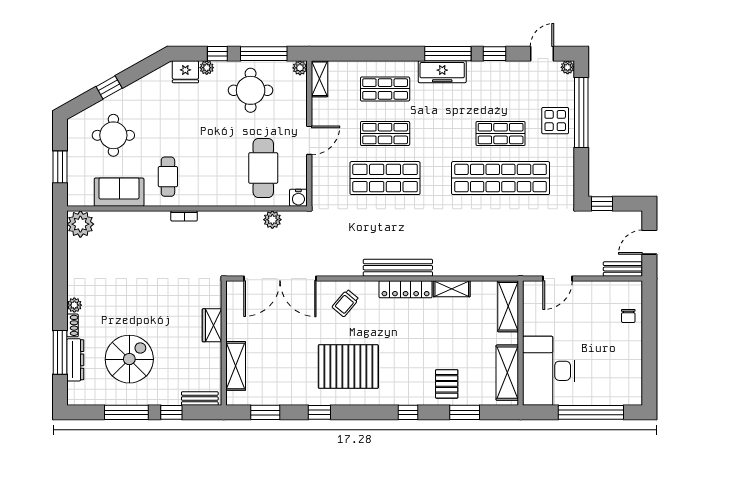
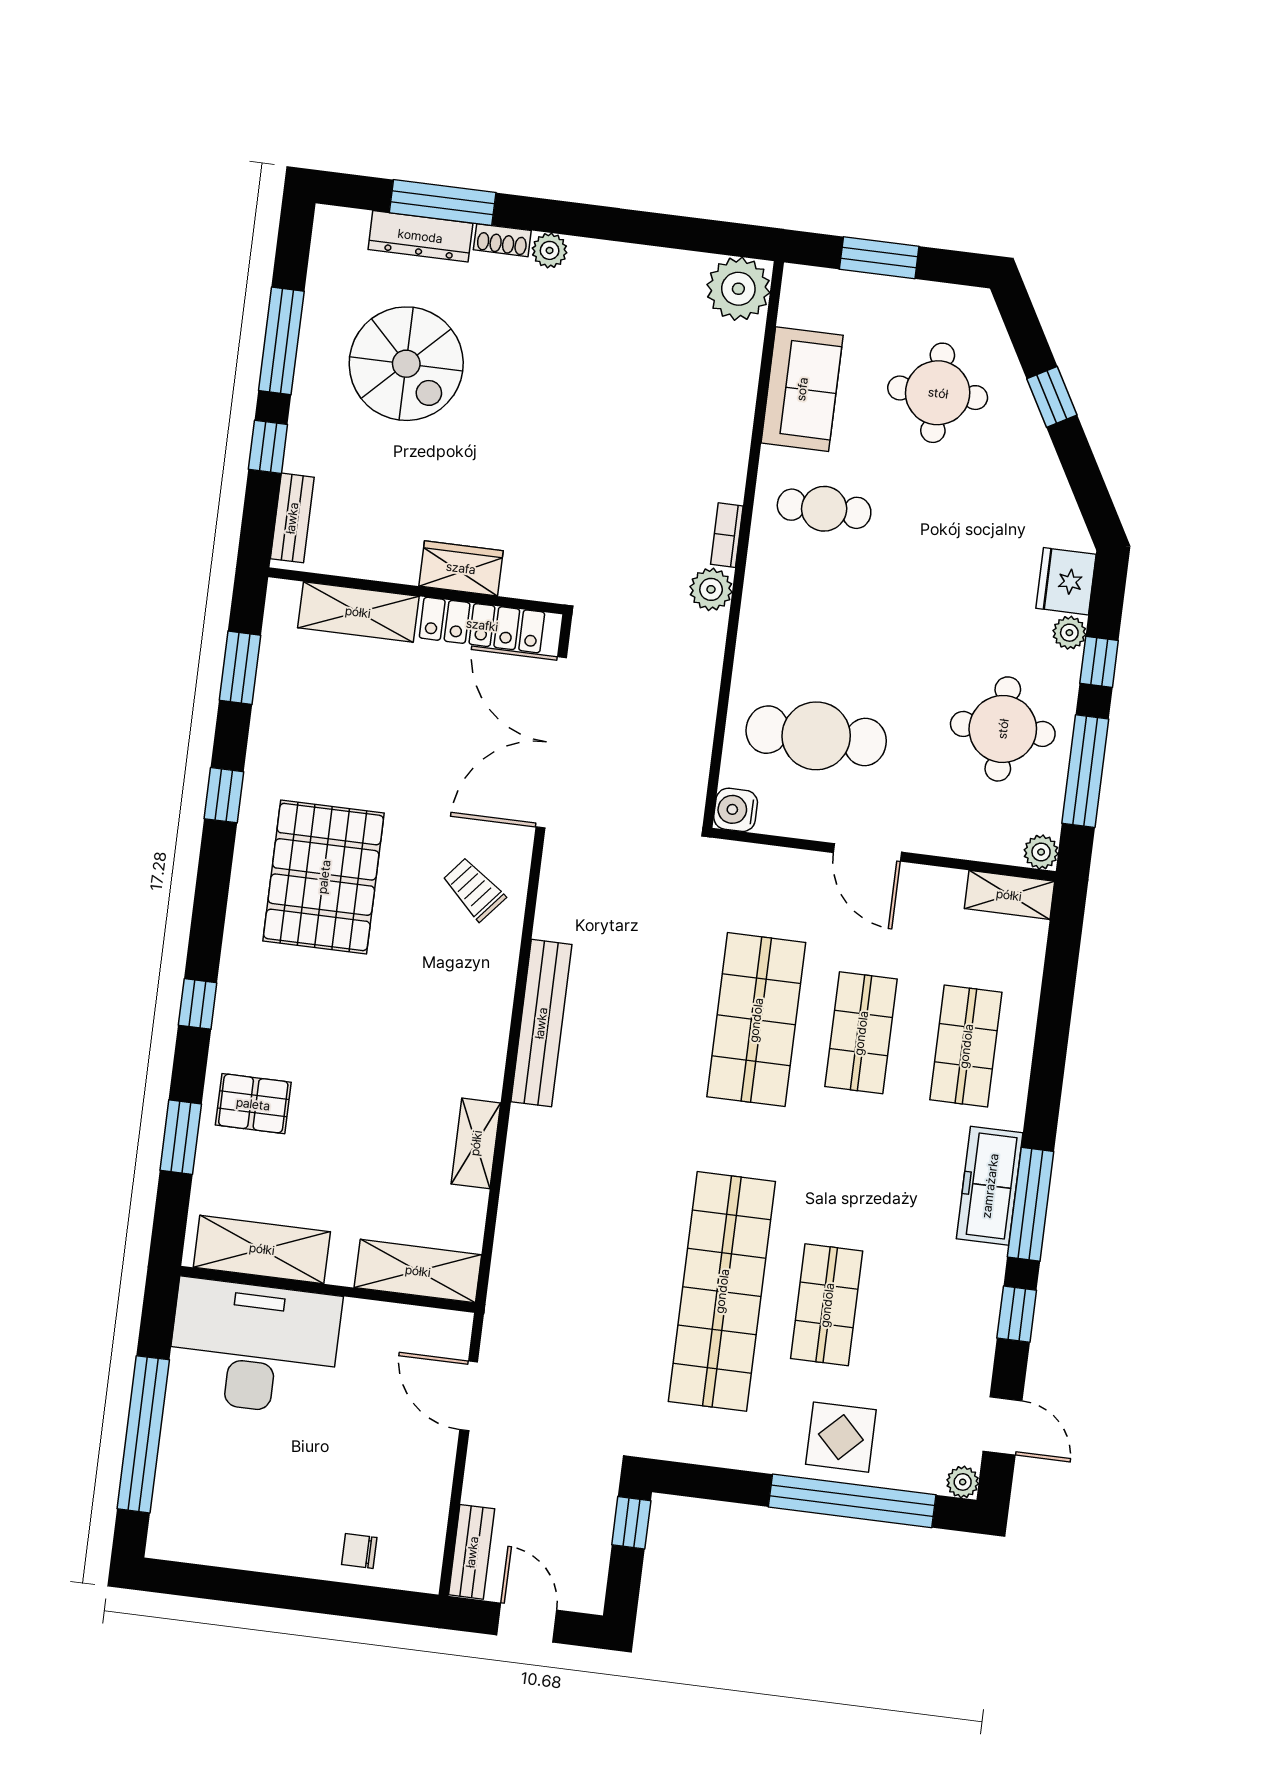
plant: (272, 220) -> (711, 589), moved
locker: (406, 289) -> (482, 625), moved, turned -90

